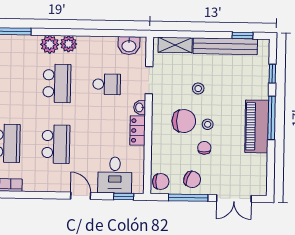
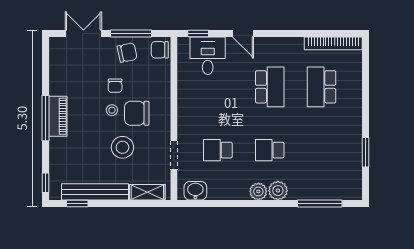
window: (272, 74) -> (46, 183), moved
school desk: (57, 83) -> (270, 150), width x0.54
stool: (198, 89) -> (122, 147), width x1.89, depth x1.89
washbasin: (140, 107) -> (183, 127), removed
piano: (257, 126) -> (58, 116), width x0.73, depth x0.75
locker: (137, 131) -> (185, 102), removed
school desk: (56, 144) -> (270, 87), turned 180
chair: (192, 179) -> (127, 53), turned 148

